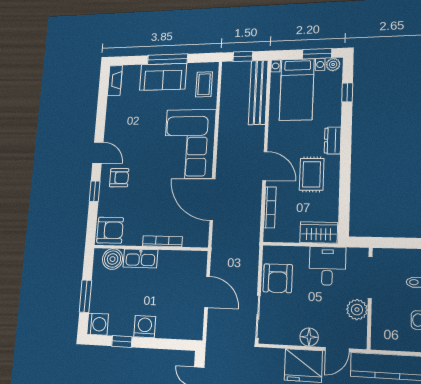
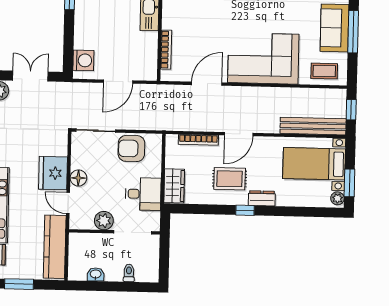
window: (347, 92) -> (245, 210), moved
door: (212, 200) -> (207, 84), width x0.73
bookcase: (162, 241) -> (166, 50), moved
washing machine: (145, 327) -> (83, 60), moved

